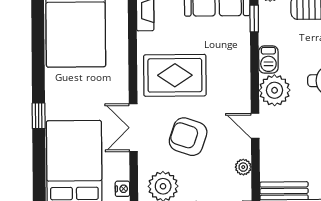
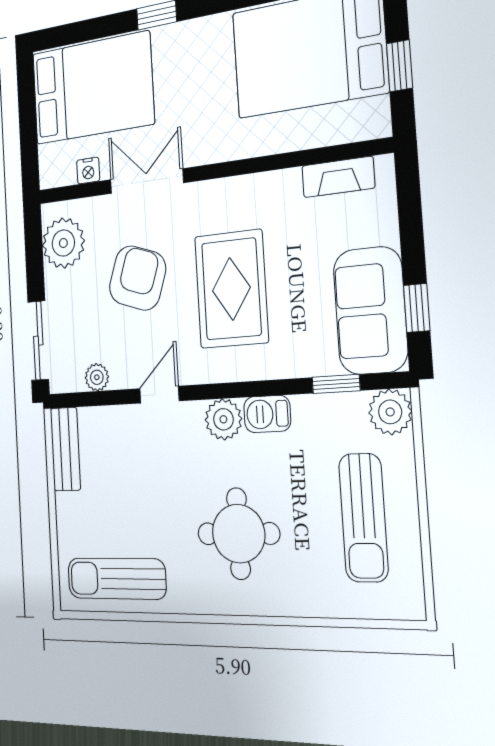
rug: (175, 75) -> (231, 289), moved
plant: (275, 90) -> (223, 419), width x0.73, depth x0.73
nightstand: (122, 189) -> (88, 171), moved

